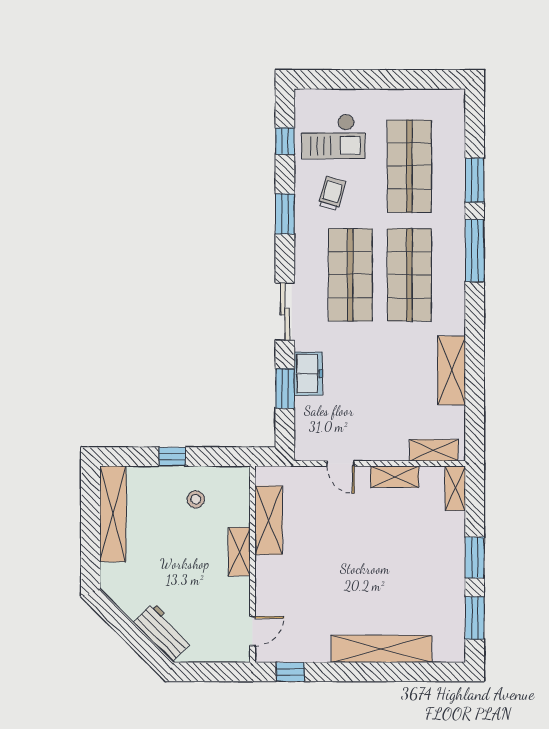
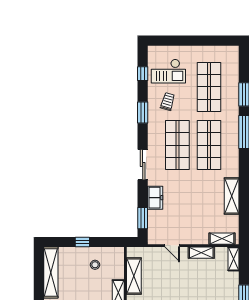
window: (285, 388) -> (143, 218), moved

